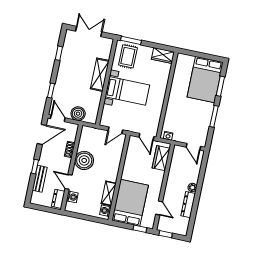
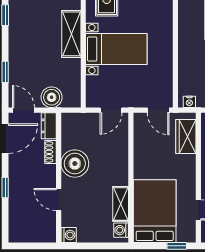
bench: (40, 179) -> (16, 204), removed
washing machine: (72, 197) -> (69, 235), moved
dresser: (58, 199) -> (49, 126), moved

